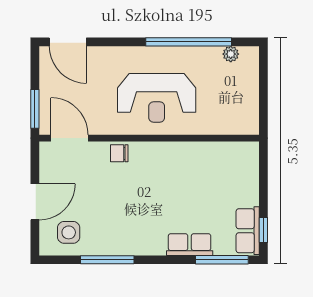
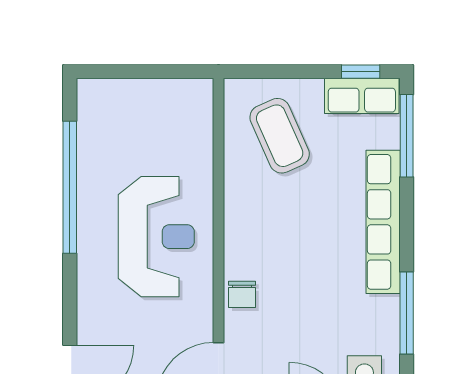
plant: (231, 54) -> (89, 122), removed
coffee table: (222, 178) -> (280, 136), added
row of seats: (190, 245) -> (383, 222), width x2.02

